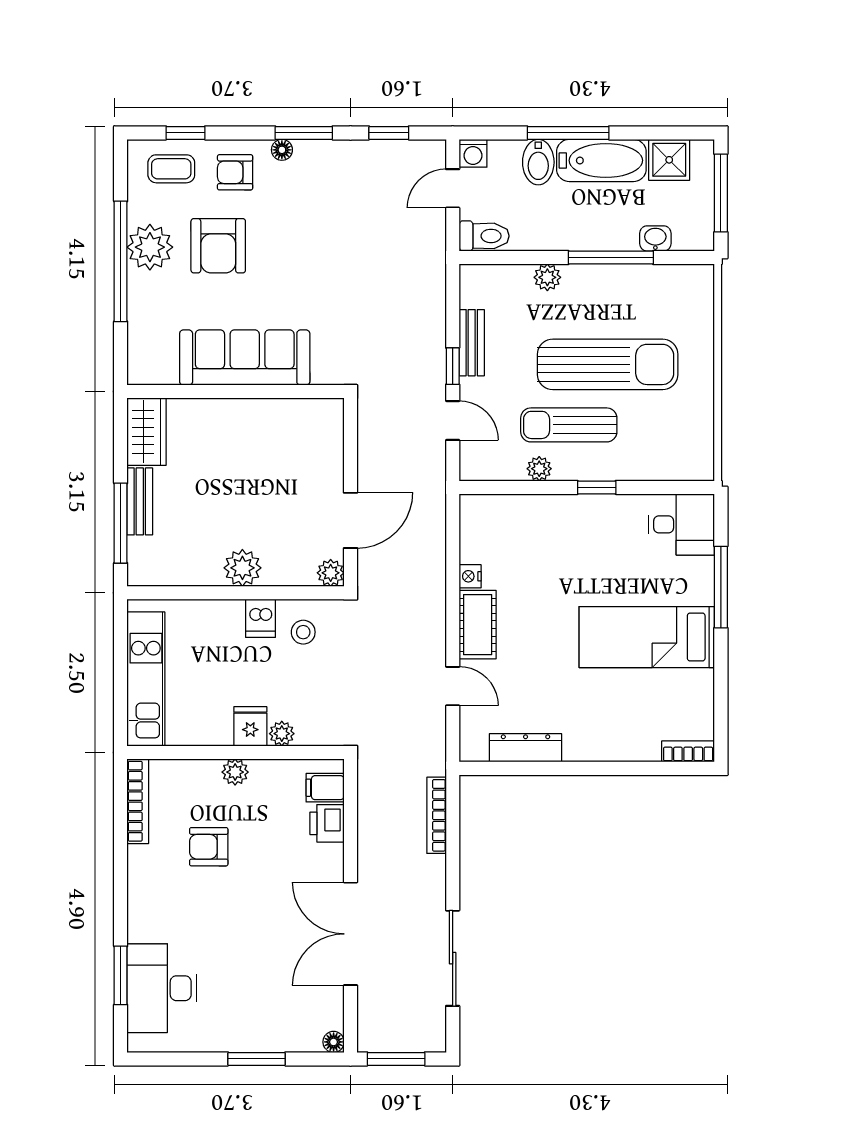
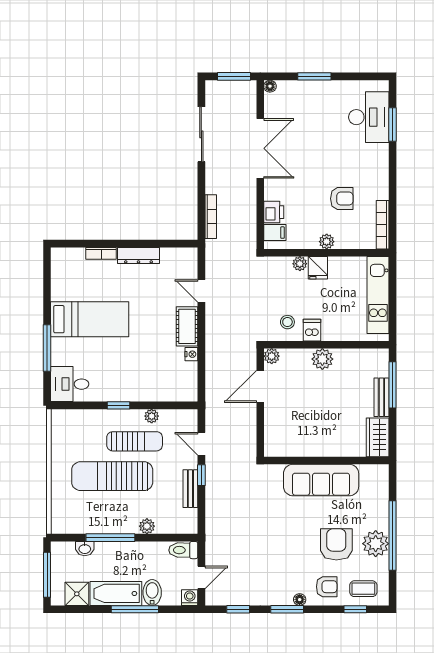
dresser: (526, 748) -> (138, 255), moved
bookcase: (688, 751) -> (101, 253), moved

